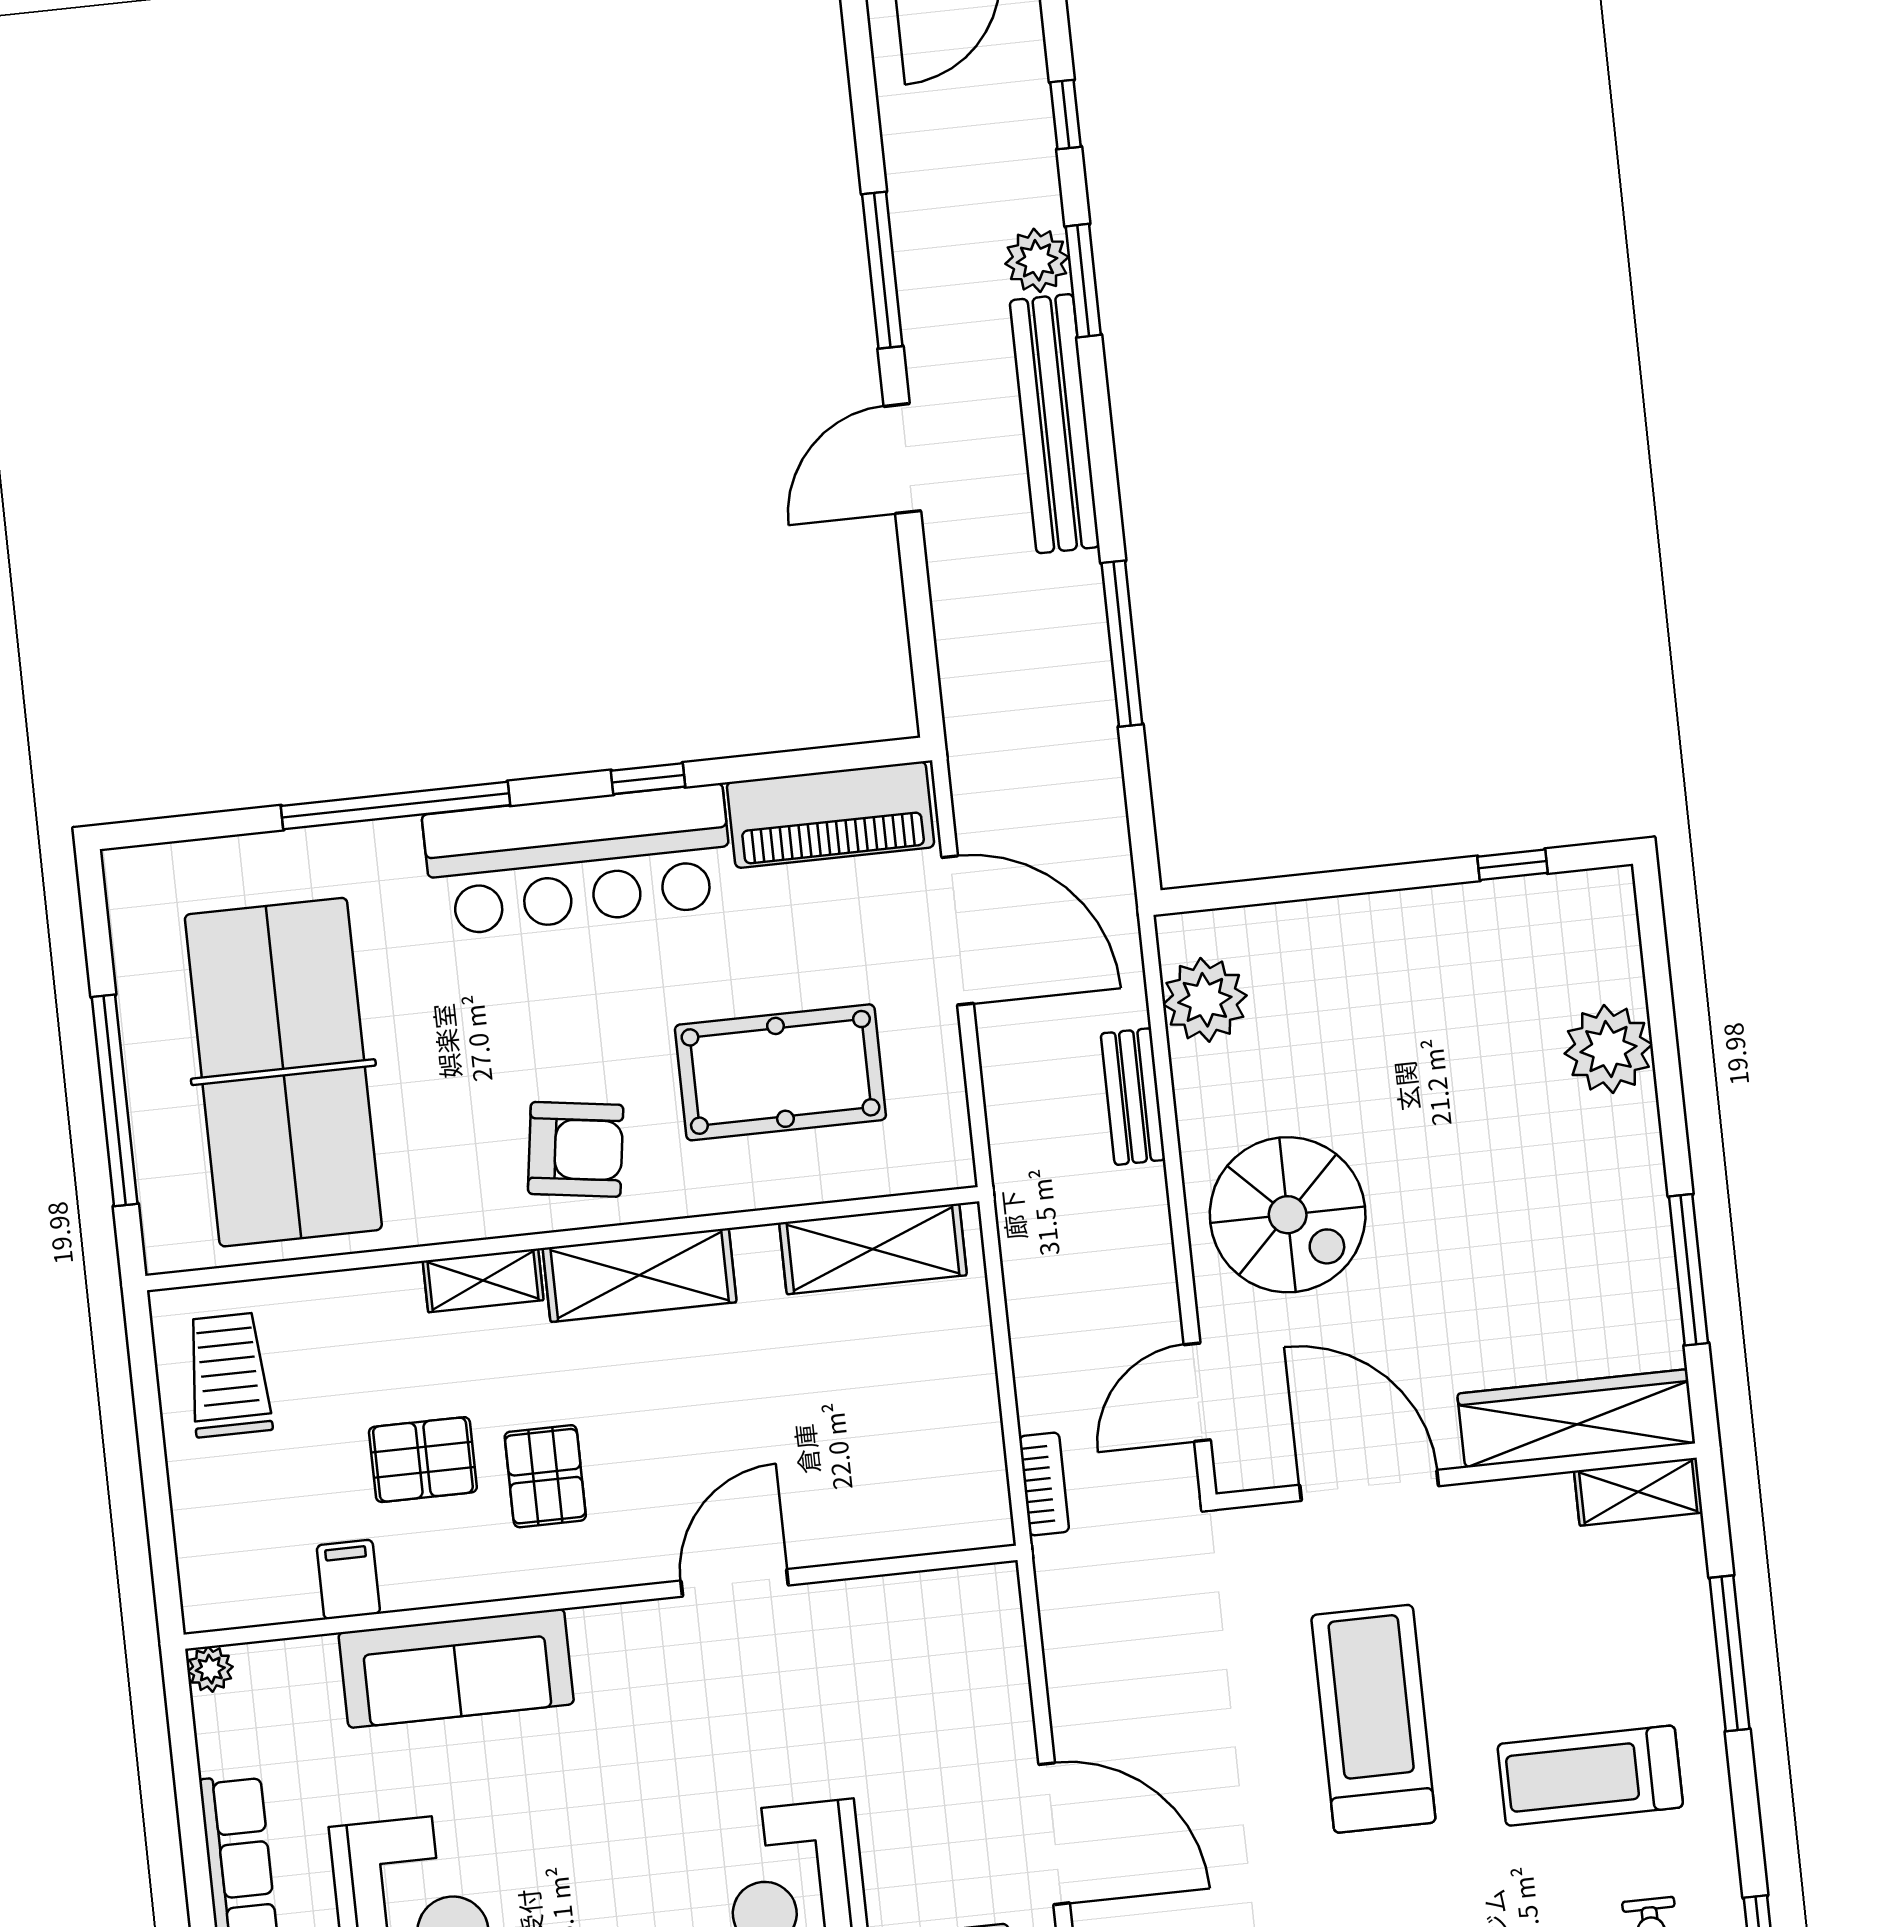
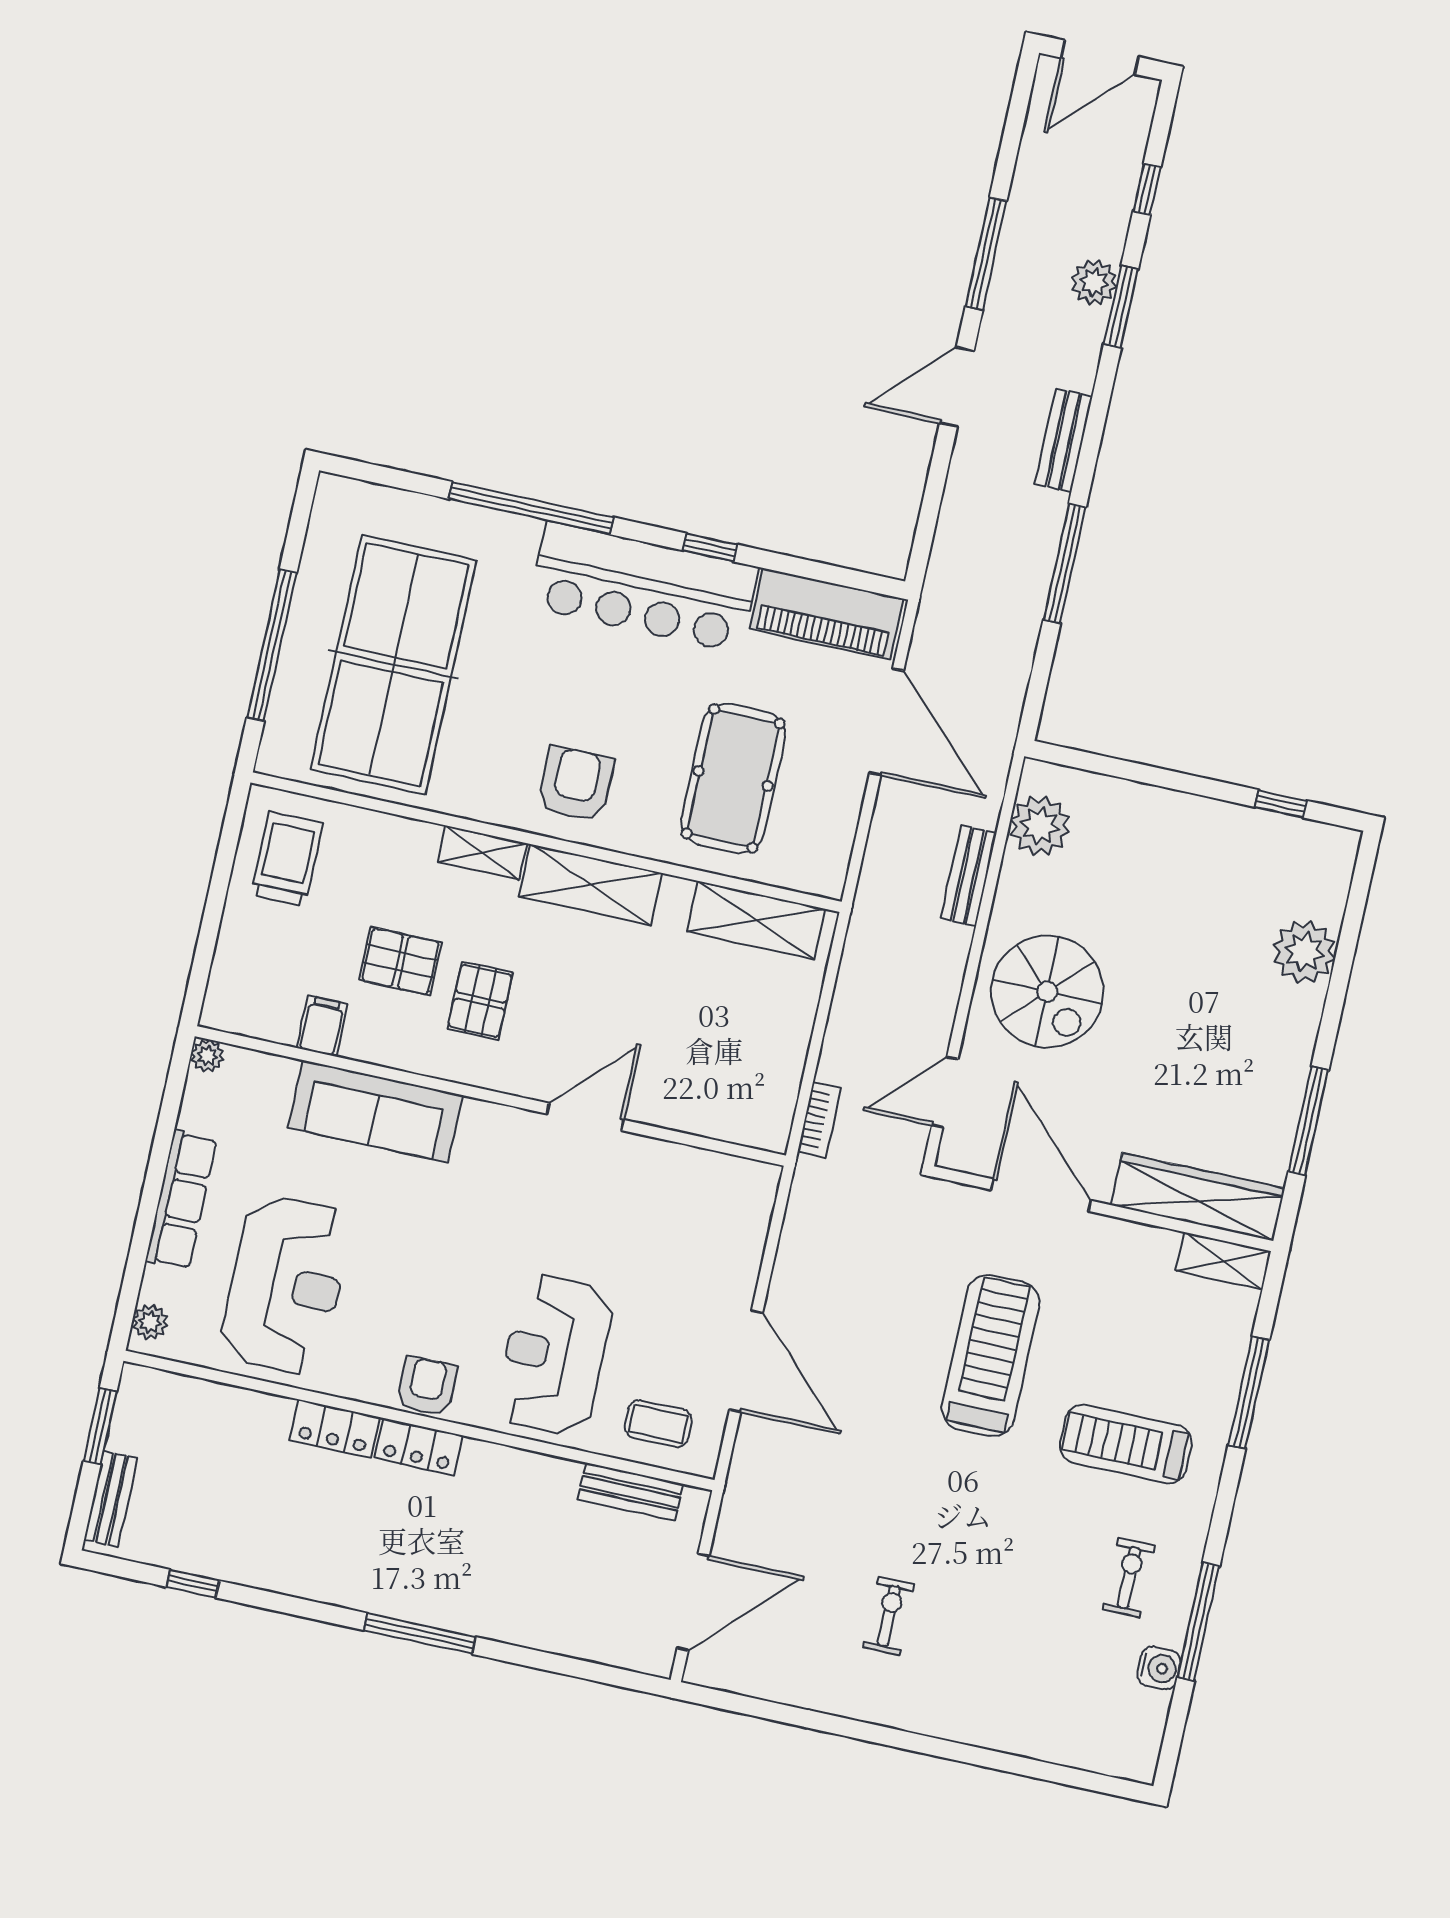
bench: (1055, 424) -> (1064, 440), width x0.54, depth x0.82
pool table: (780, 1072) -> (733, 778), turned 90
armchair: (576, 1149) -> (576, 784), turned -98

